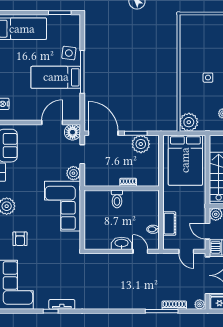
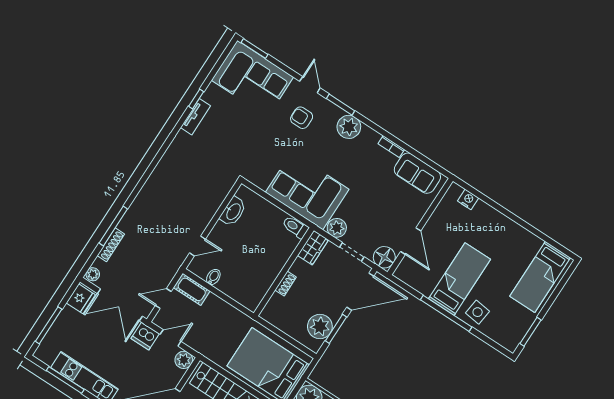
wardrobe: (95, 180) -> (313, 248), added
toilet: (117, 199) -> (295, 227), moved
cot: (169, 224) -> (192, 289), moved
washbasin: (122, 243) -> (233, 211), moved

